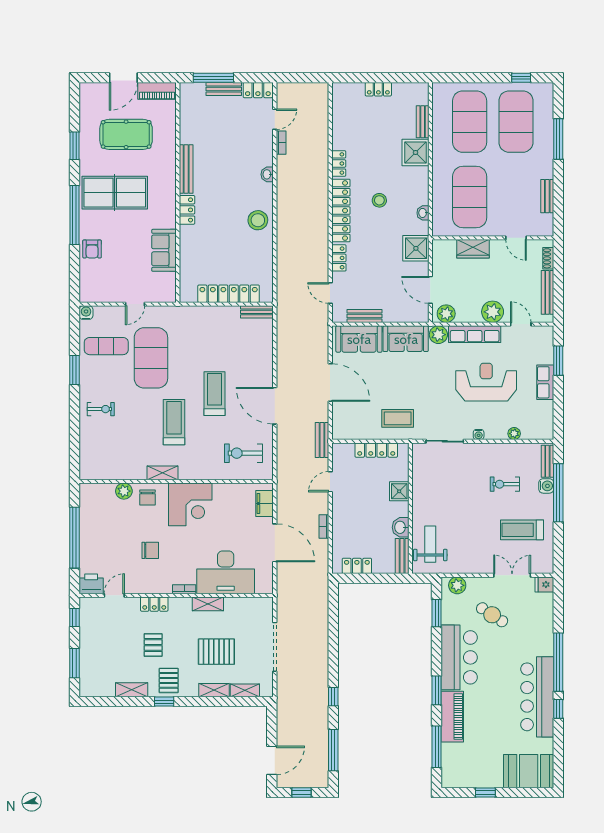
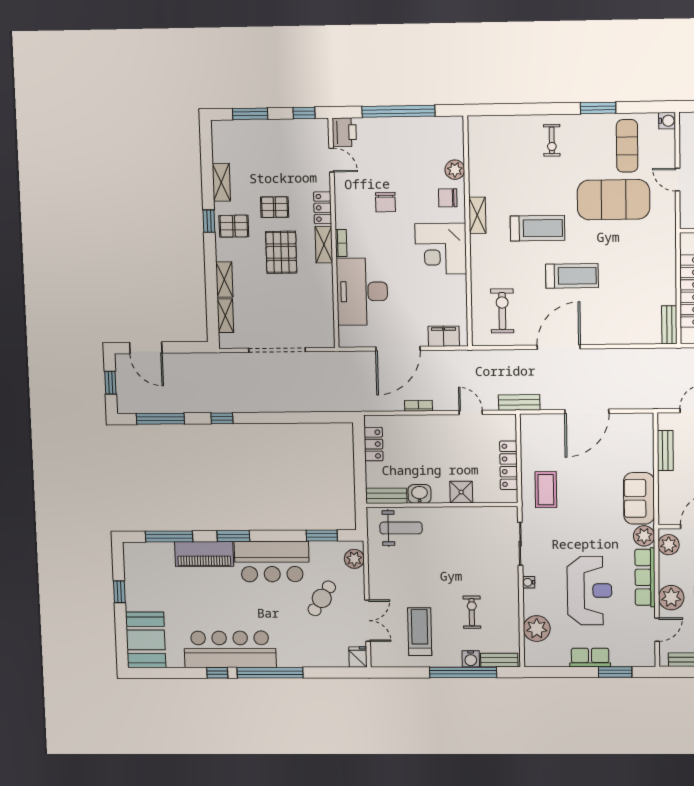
sofa: (359, 339) -> (638, 444), removed
plant: (514, 434) -> (537, 629), width x1.88, depth x1.88
shelving: (208, 604) -> (324, 245), moved
pallet: (216, 652) -> (281, 252), moved

